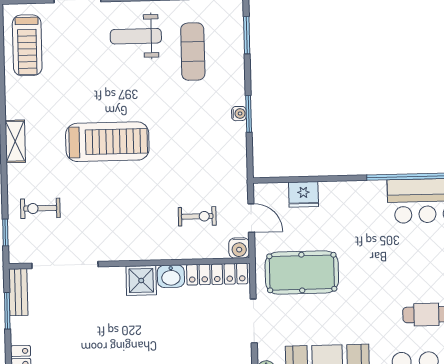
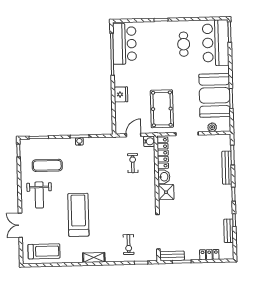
treadmill: (107, 142) -> (78, 215), moved
fridge: (303, 194) -> (121, 94), moved

